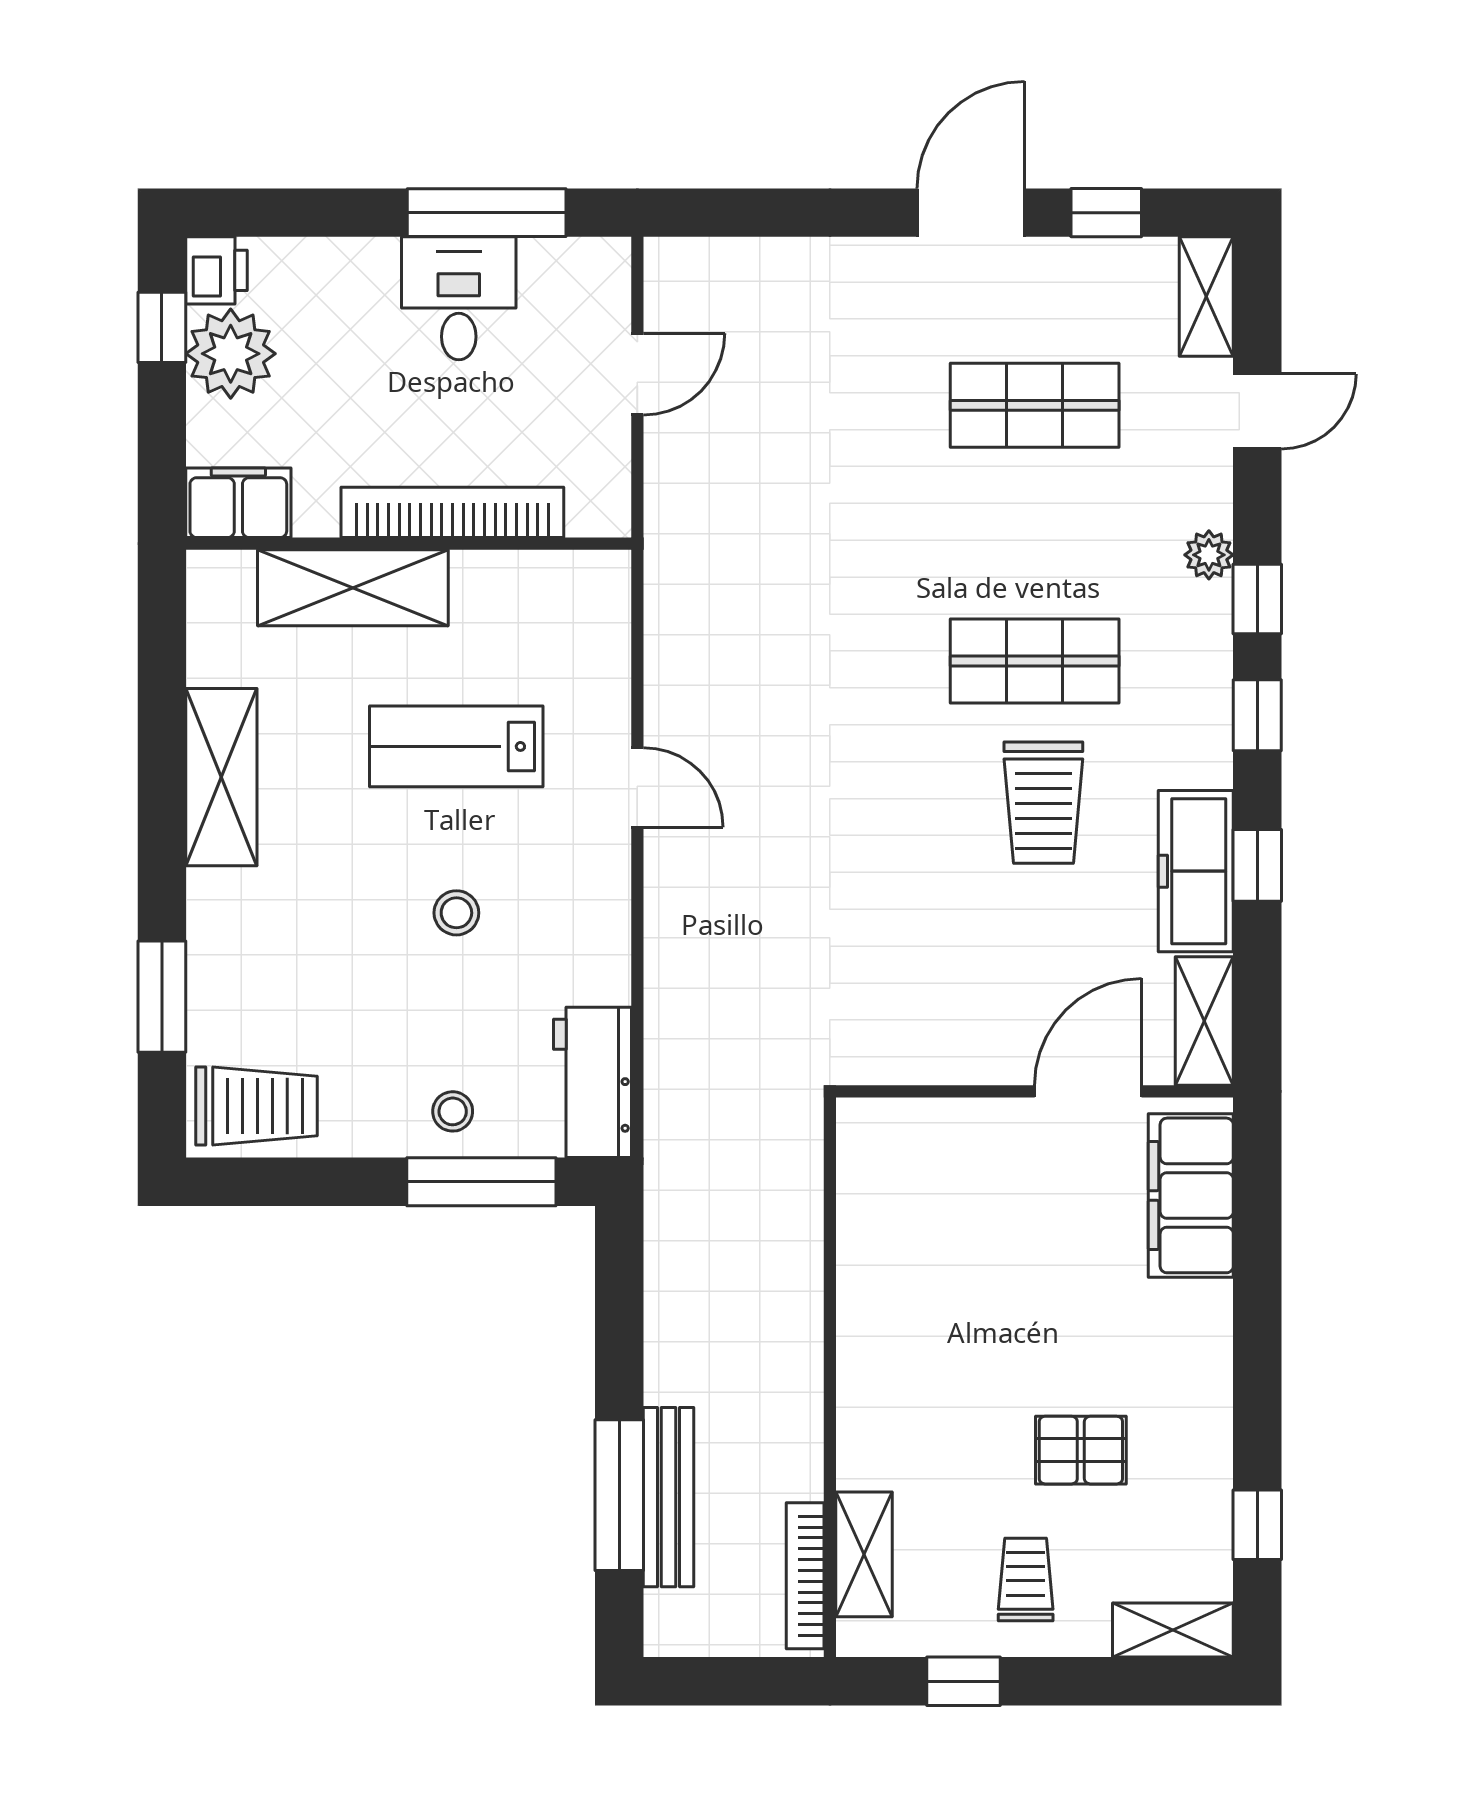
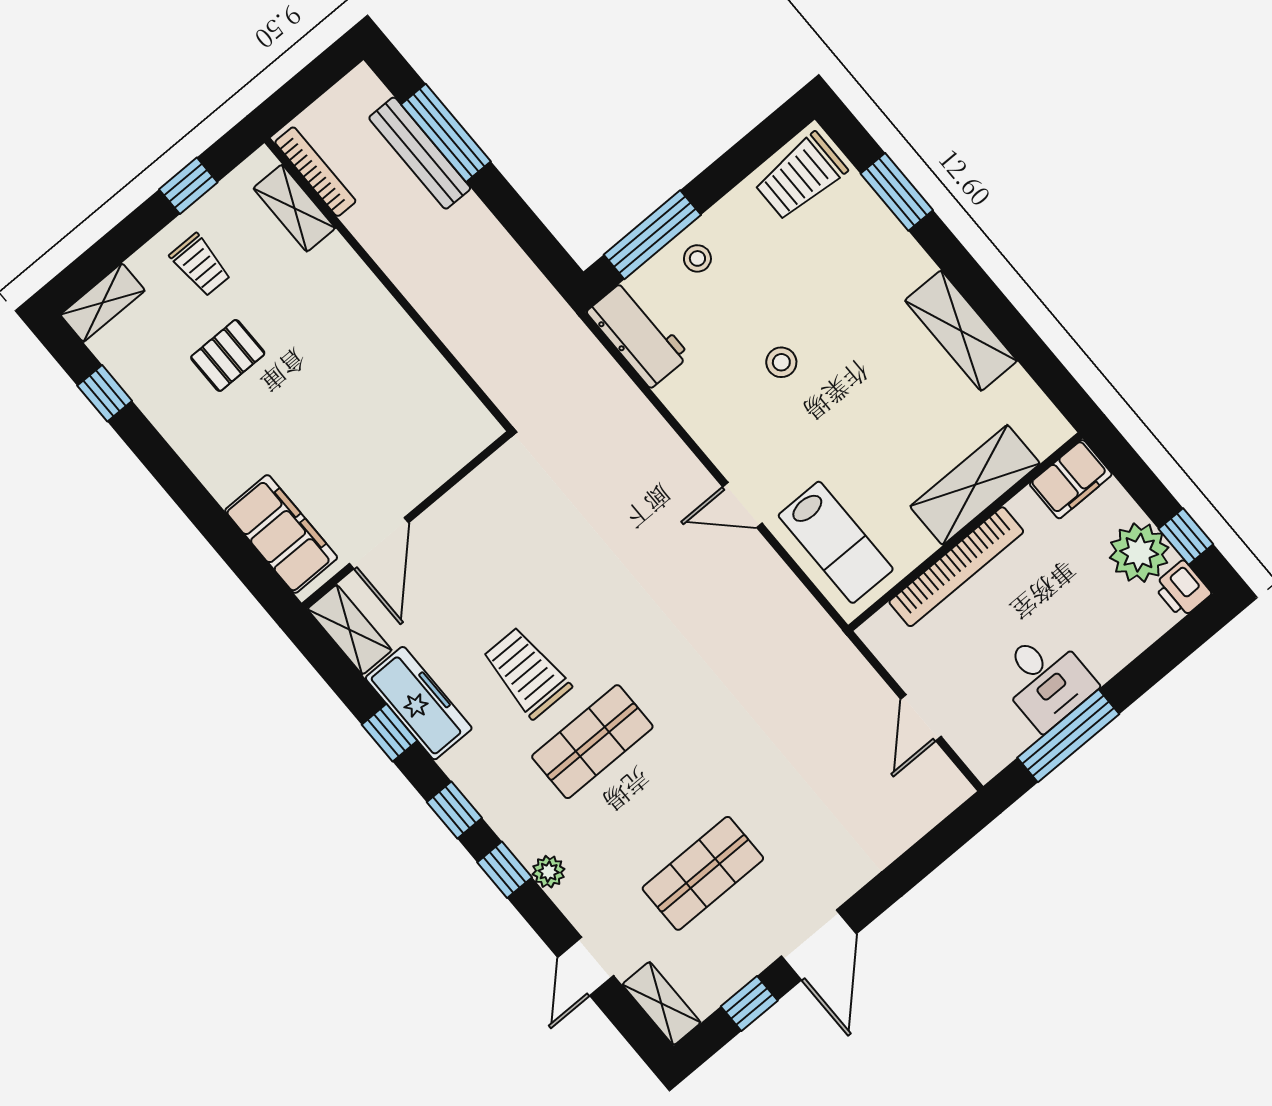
lab bench: (456, 746) -> (836, 542), moved, turned 90

